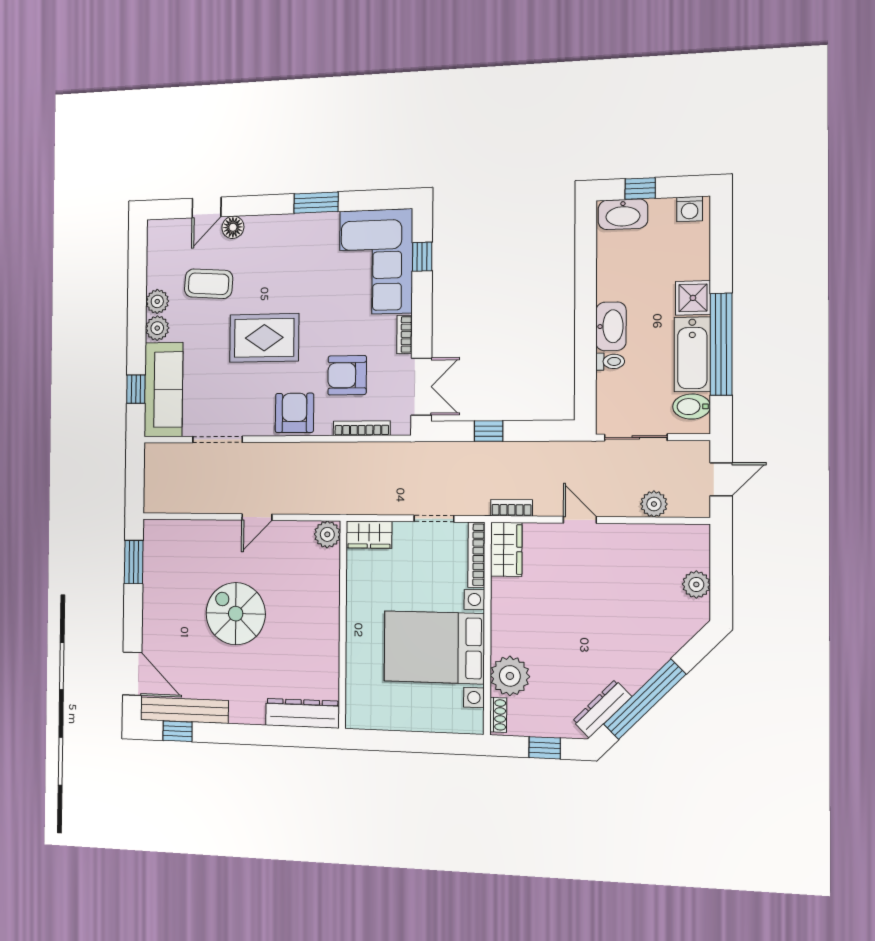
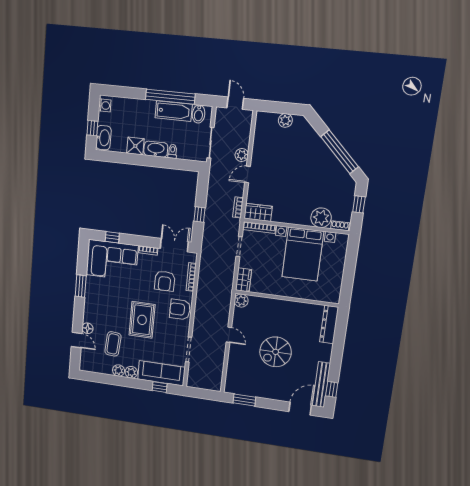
shower: (693, 298) -> (135, 146), moved
plant: (654, 504) -> (242, 155), moved
dresser: (602, 709) -> (342, 174), removed

